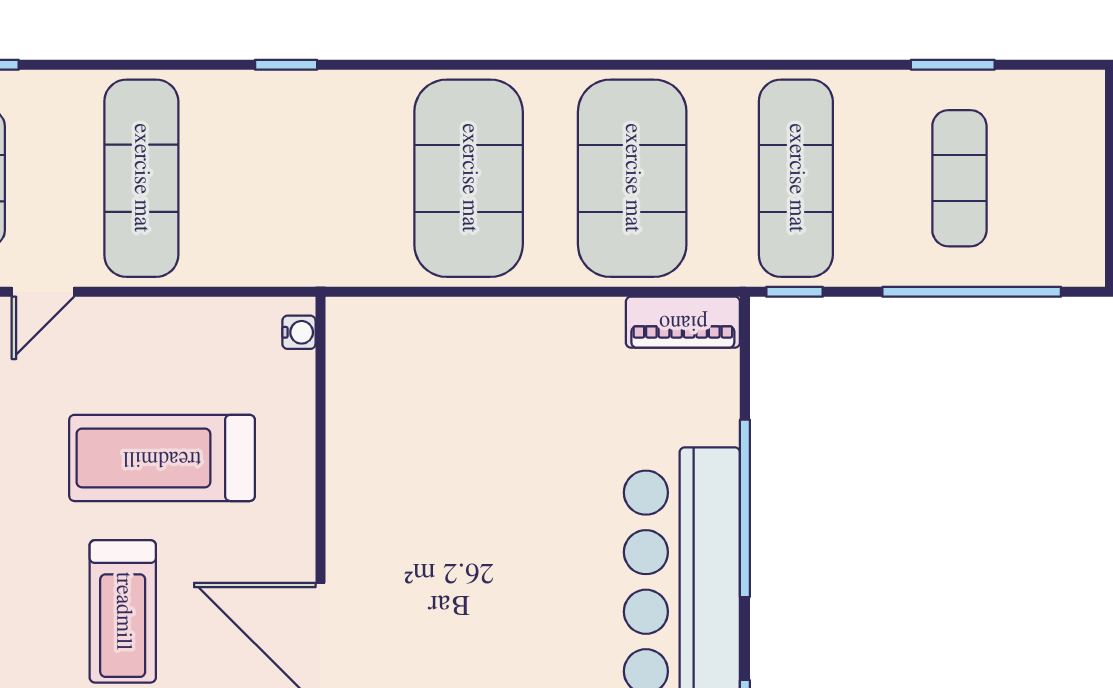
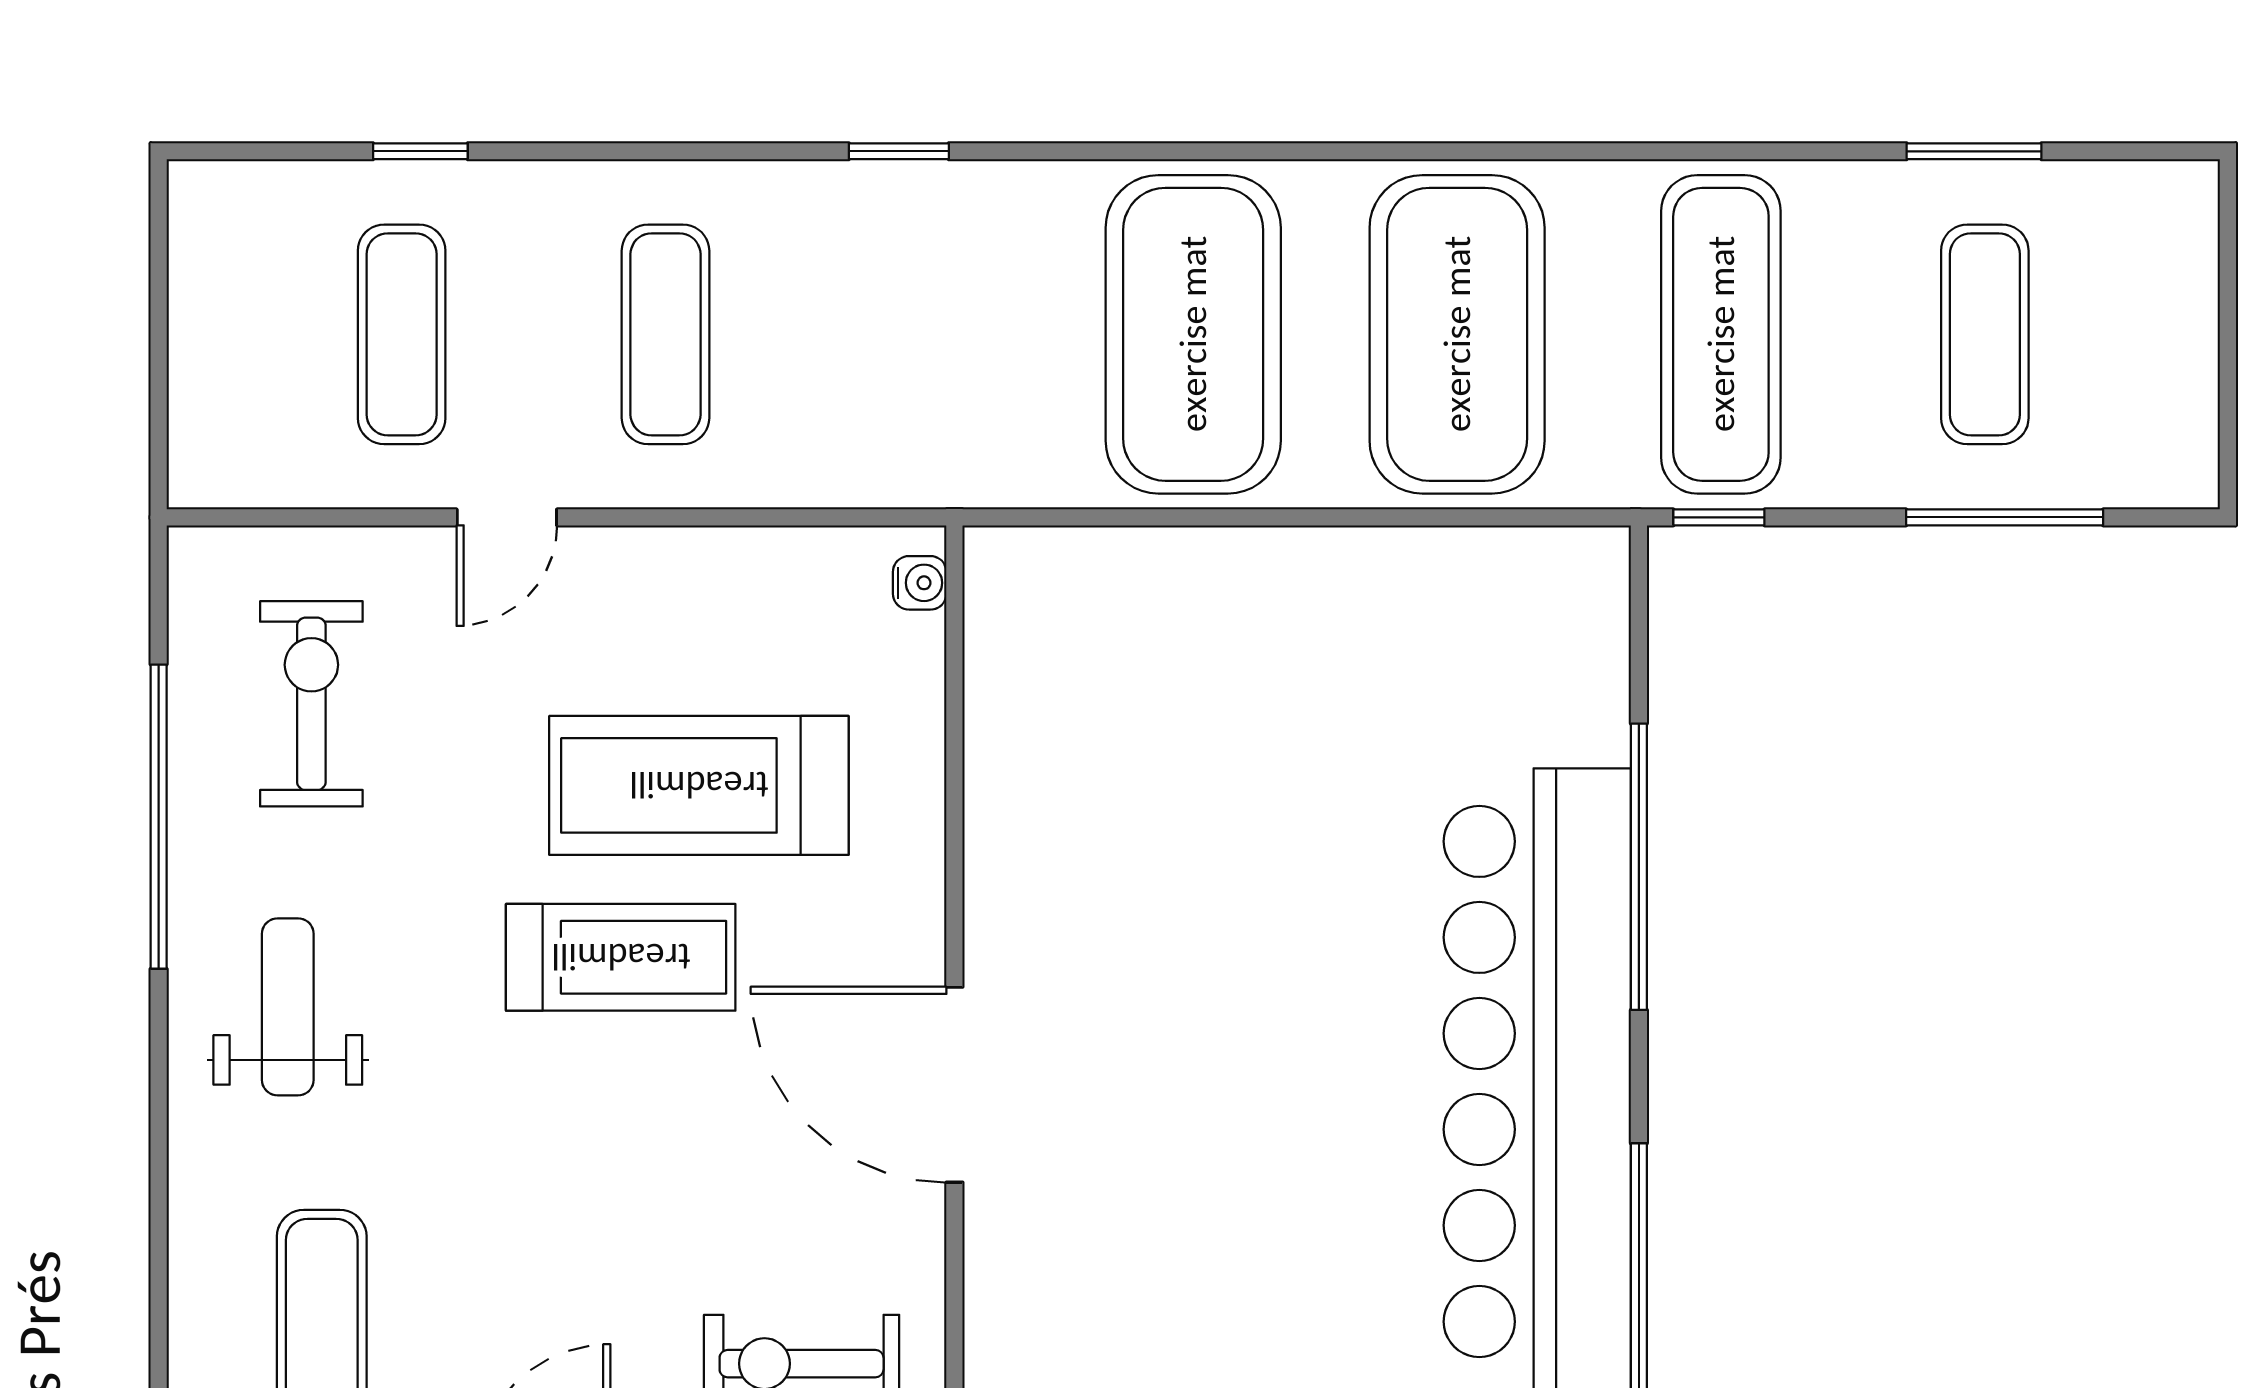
exercise mat: (141, 178) -> (665, 334), width x0.73, depth x0.69
window: (972, 292) -> (2005, 517), width x0.68
piano: (683, 322) -> (1539, 567), removed
treadmill: (123, 611) -> (621, 957), moved, turned -90

